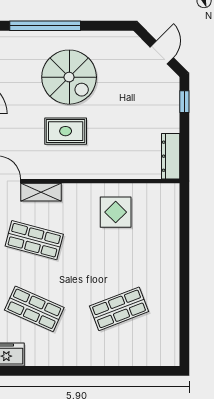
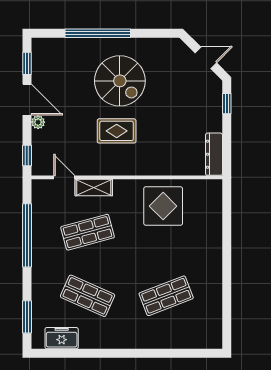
door: (162, 52) -> (206, 58), hinge flipped
display table: (116, 212) -> (163, 206), width x1.36, depth x1.36
shop shelf: (34, 240) -> (88, 232), turned -30

